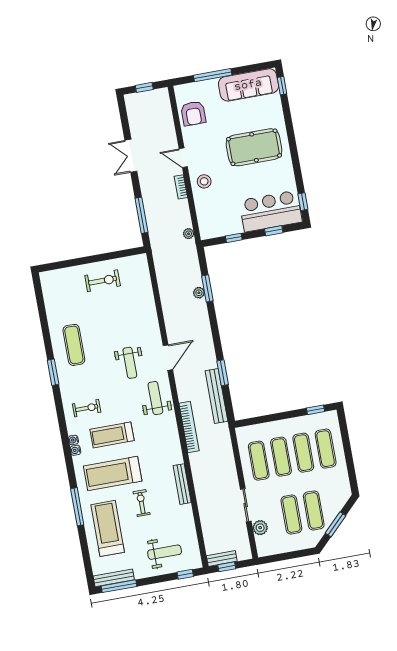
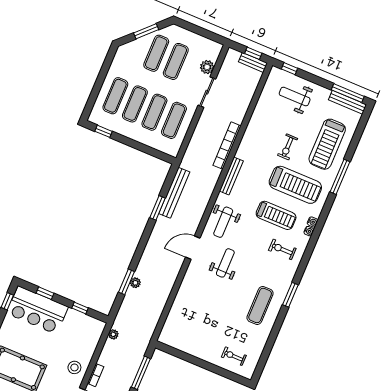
exercise bike: (103, 281) -> (234, 356), moved, width x0.73, depth x0.72
bookcase: (189, 427) -> (227, 146), moved
bench: (182, 484) -> (231, 176), moved

